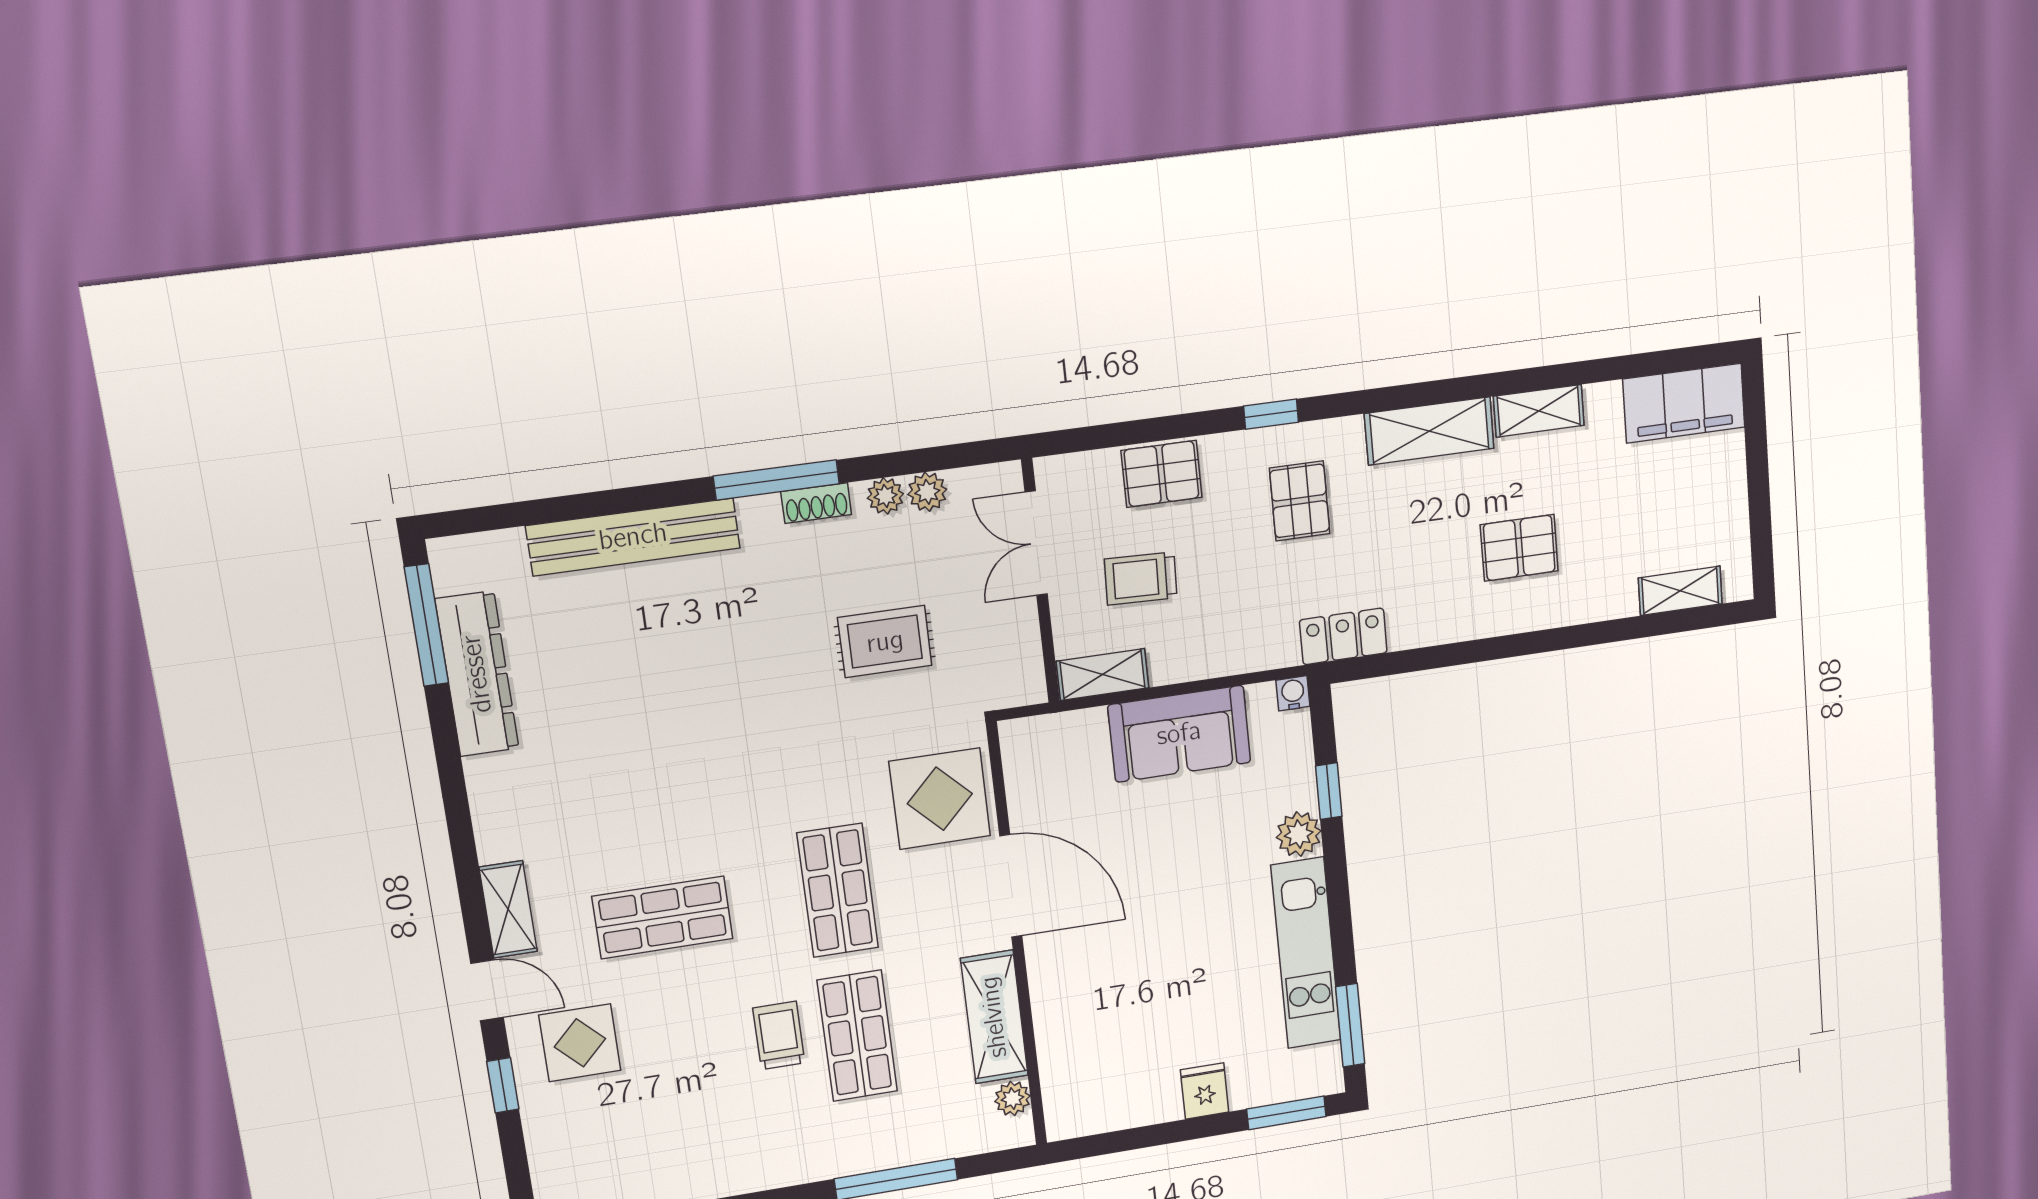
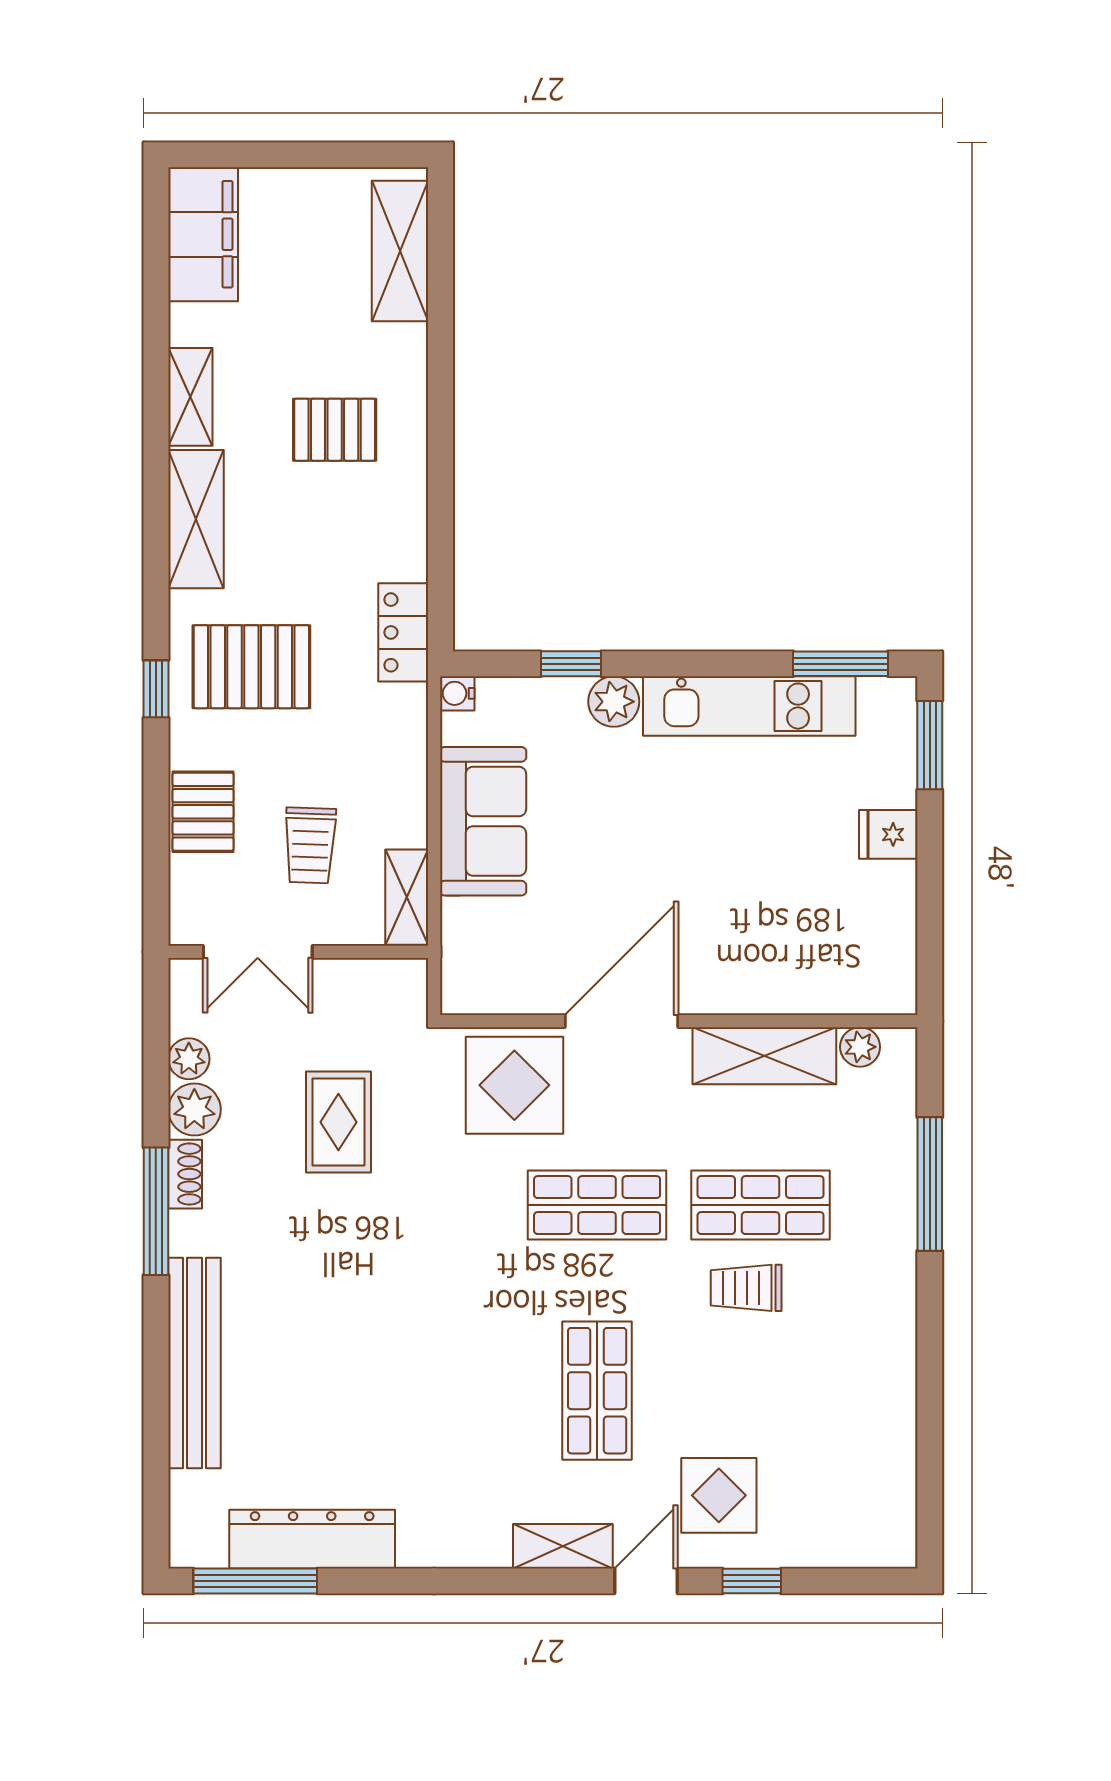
plant: (885, 496) -> (194, 1109), width x1.38, depth x1.38
pallet: (1300, 501) -> (251, 667), width x1.50, depth x1.42
pallet: (1519, 548) -> (335, 430), turned 90
shelving: (1680, 591) -> (400, 251), width x1.50, depth x1.33

